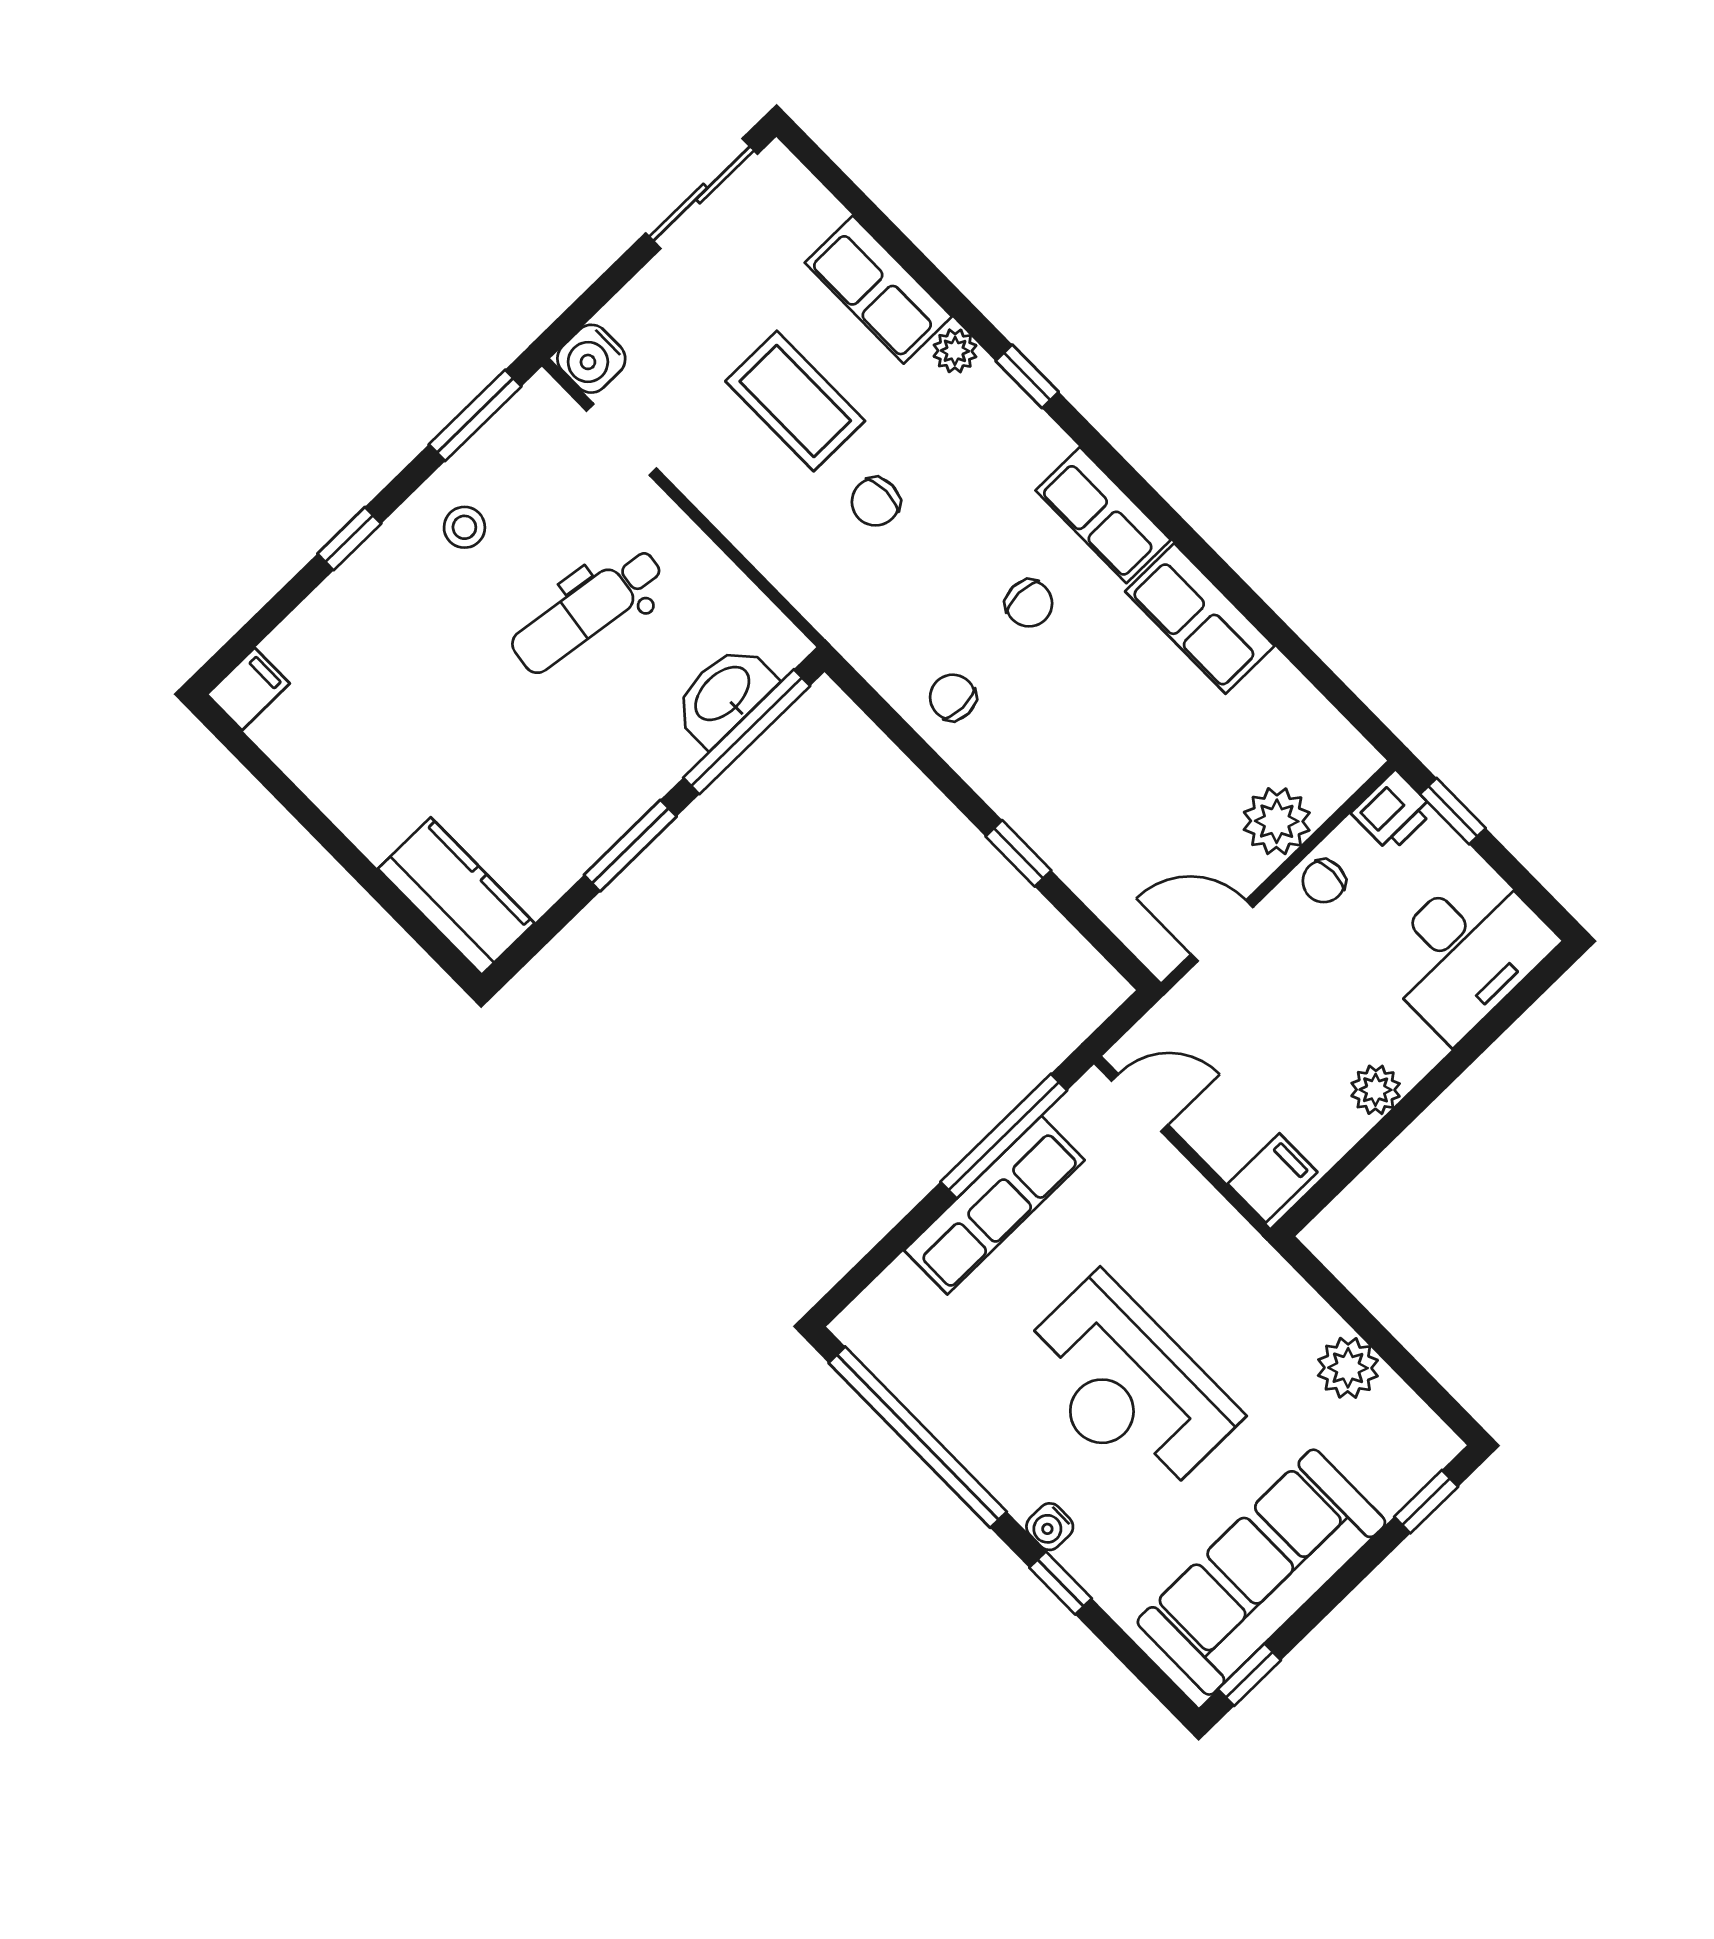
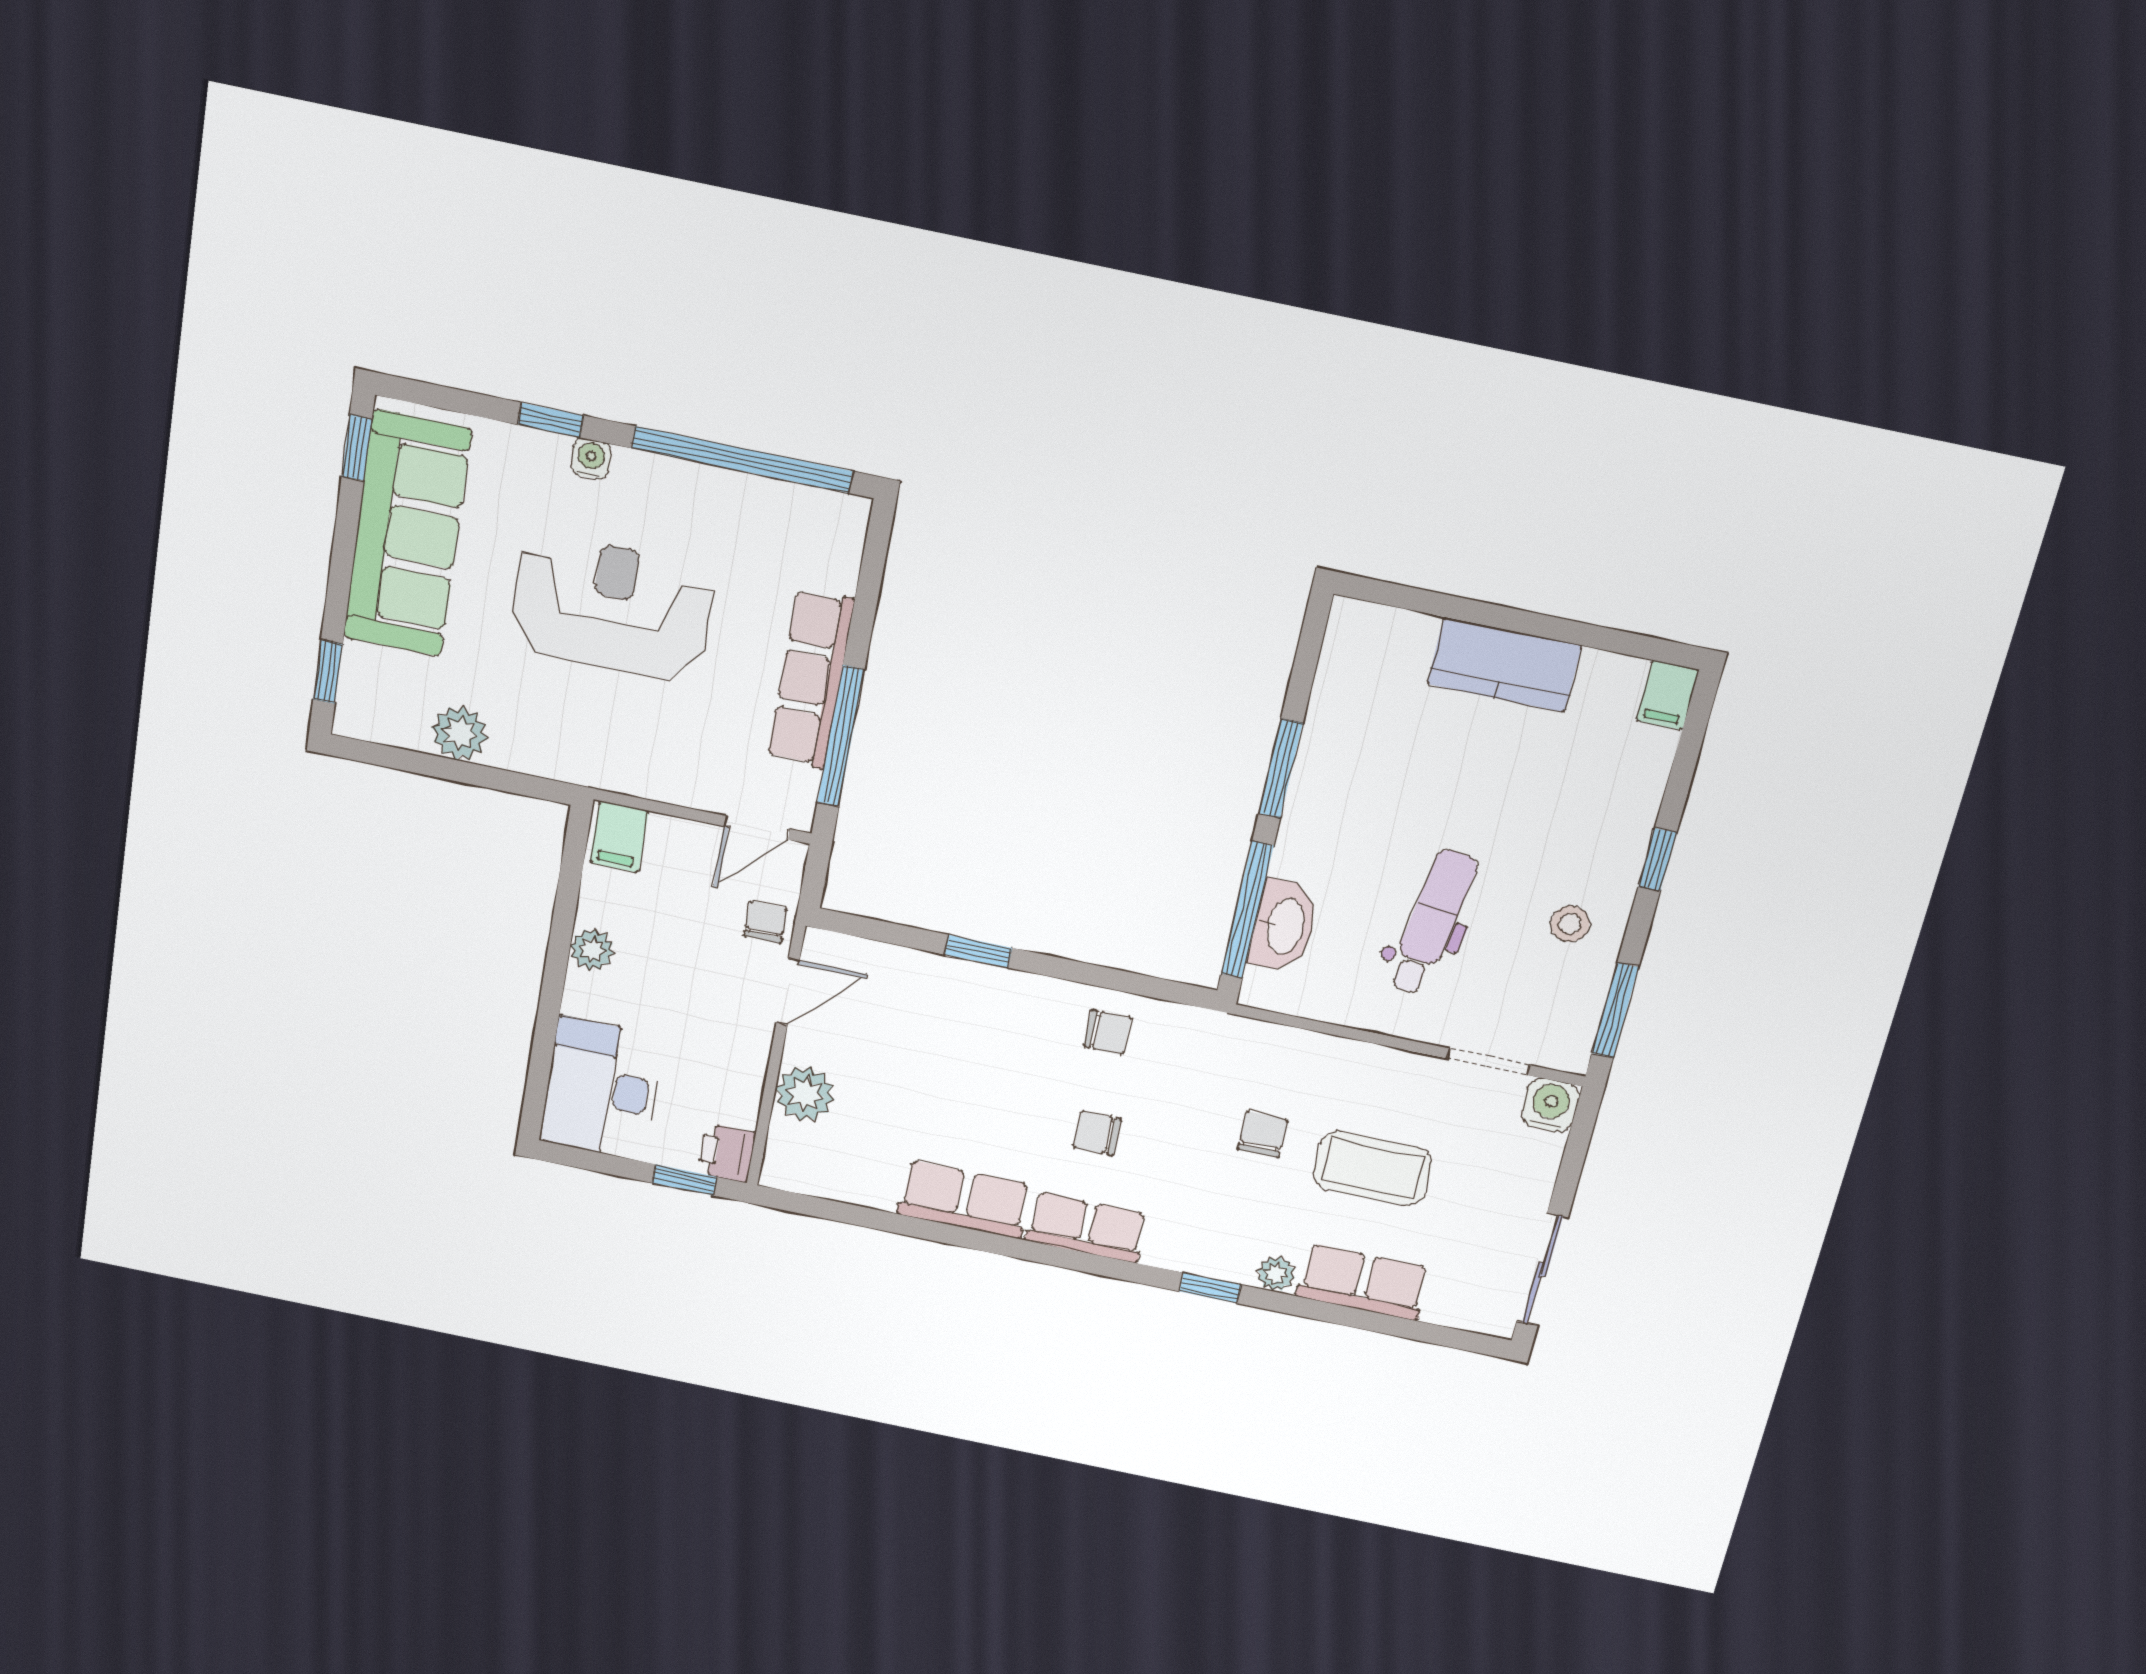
chair: (1324, 881) -> (766, 922), moved
kitchen counter: (456, 896) -> (1504, 665), moved

